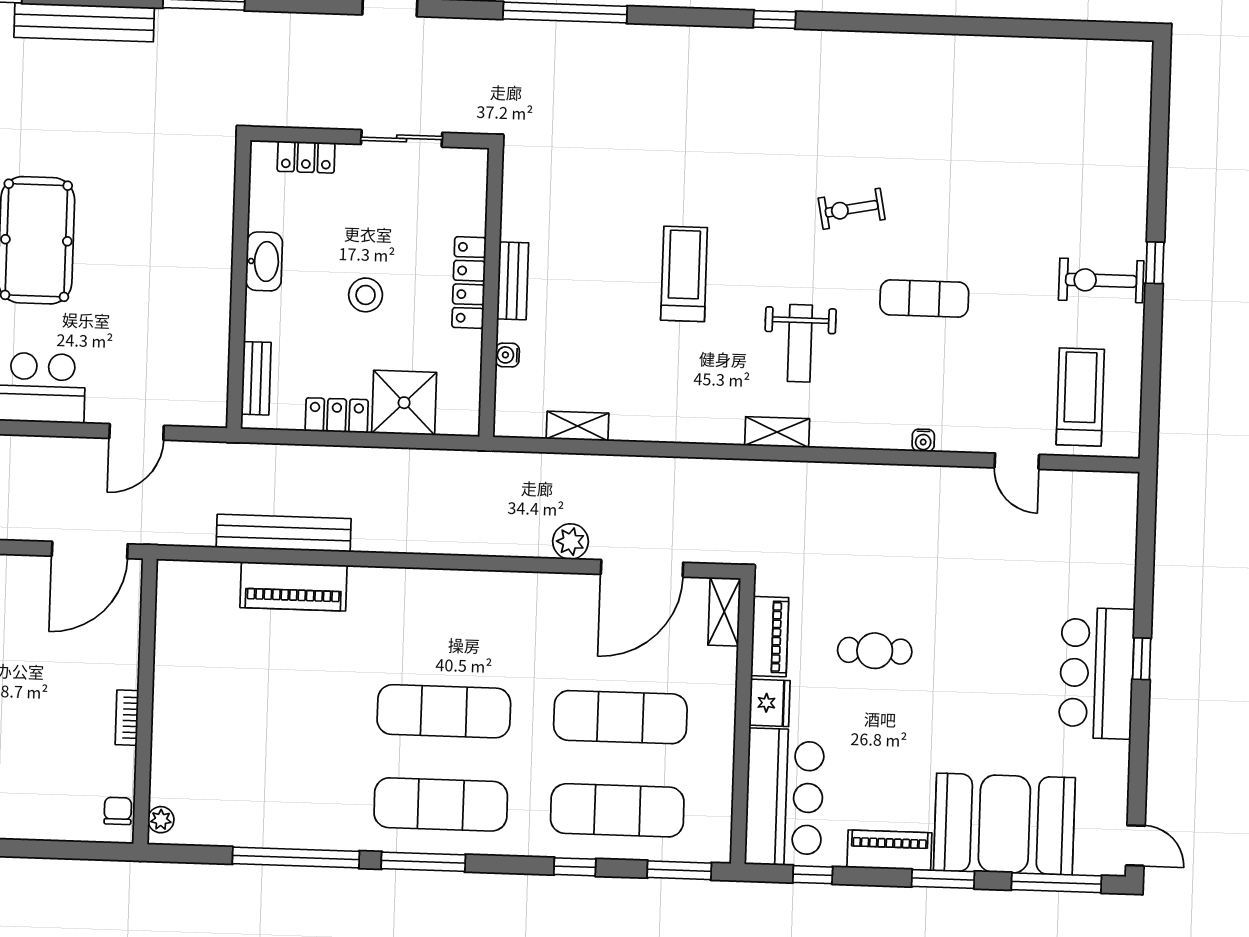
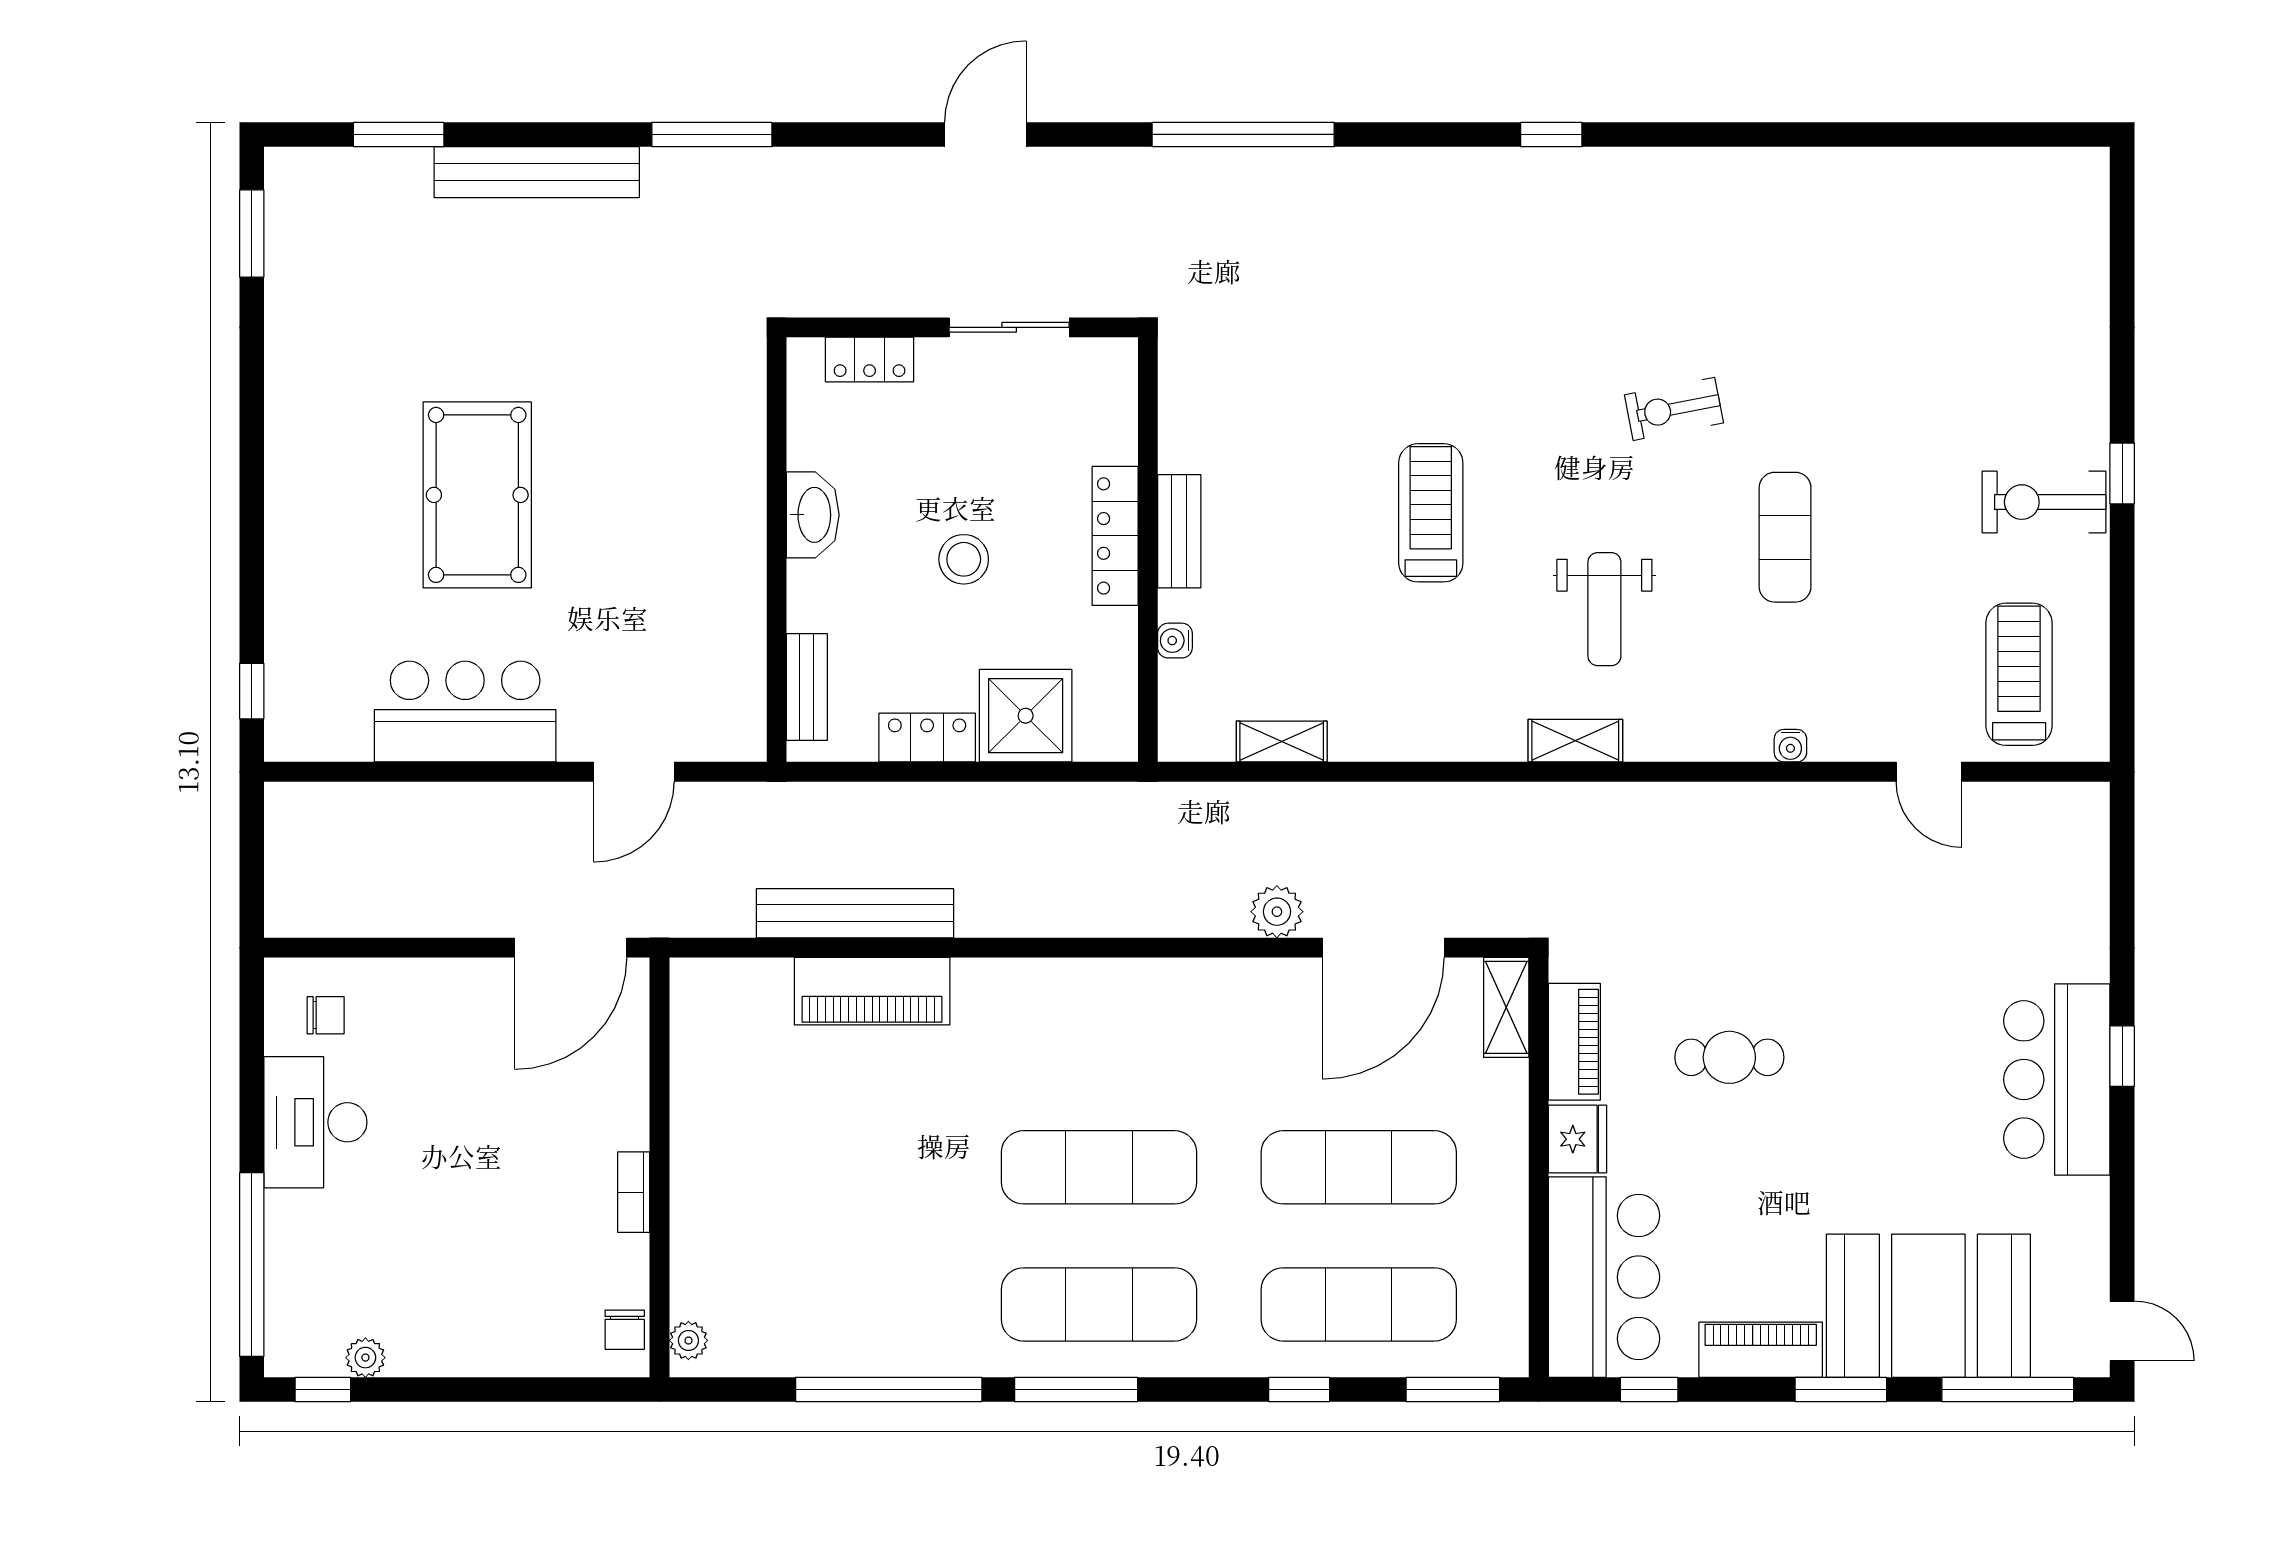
exercise mat: (924, 298) -> (1785, 537), turned 90
chair: (118, 811) -> (625, 1330), turned 180

